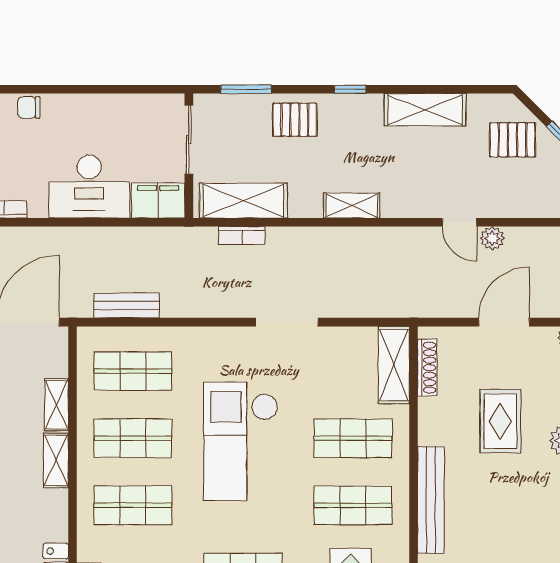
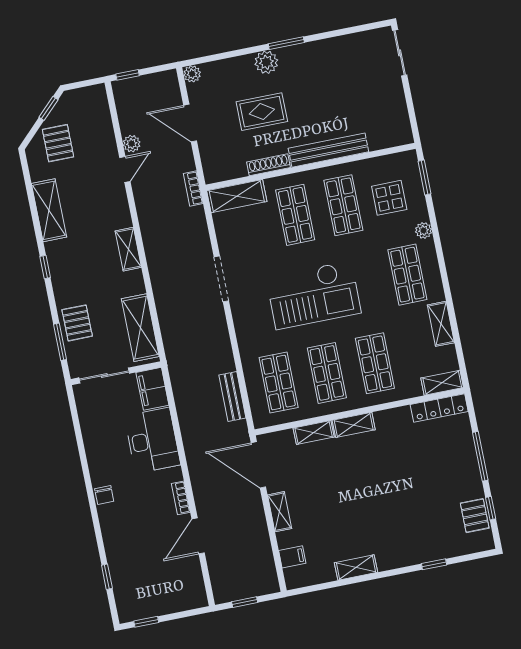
pallet: (295, 120) -> (77, 323), moved
bookcase: (242, 236) -> (193, 188), moved, turned 180
shoe rack: (427, 368) -> (269, 165), moved

